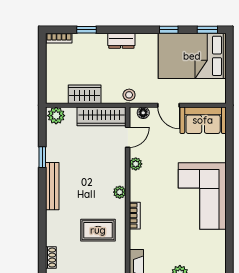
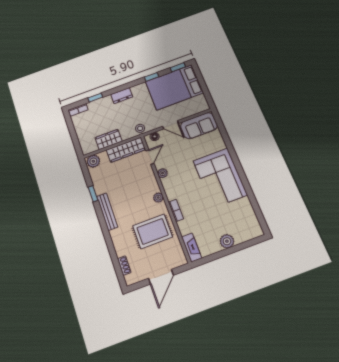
rug: (98, 230) -> (153, 231), width x1.36, depth x1.43

